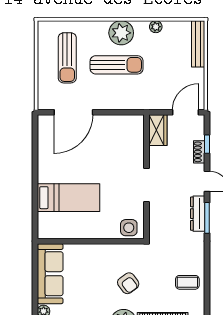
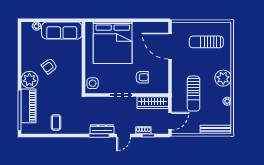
sun lounger: (117, 65) -> (194, 94), moved
door: (186, 112) -> (170, 121), hinge flipped
wardrobe: (158, 130) -> (153, 103), width x1.50
armchair: (120, 154) -> (142, 77), added
bed: (69, 198) -> (113, 43), width x2.04
armchair: (128, 283) -> (49, 66), moved

